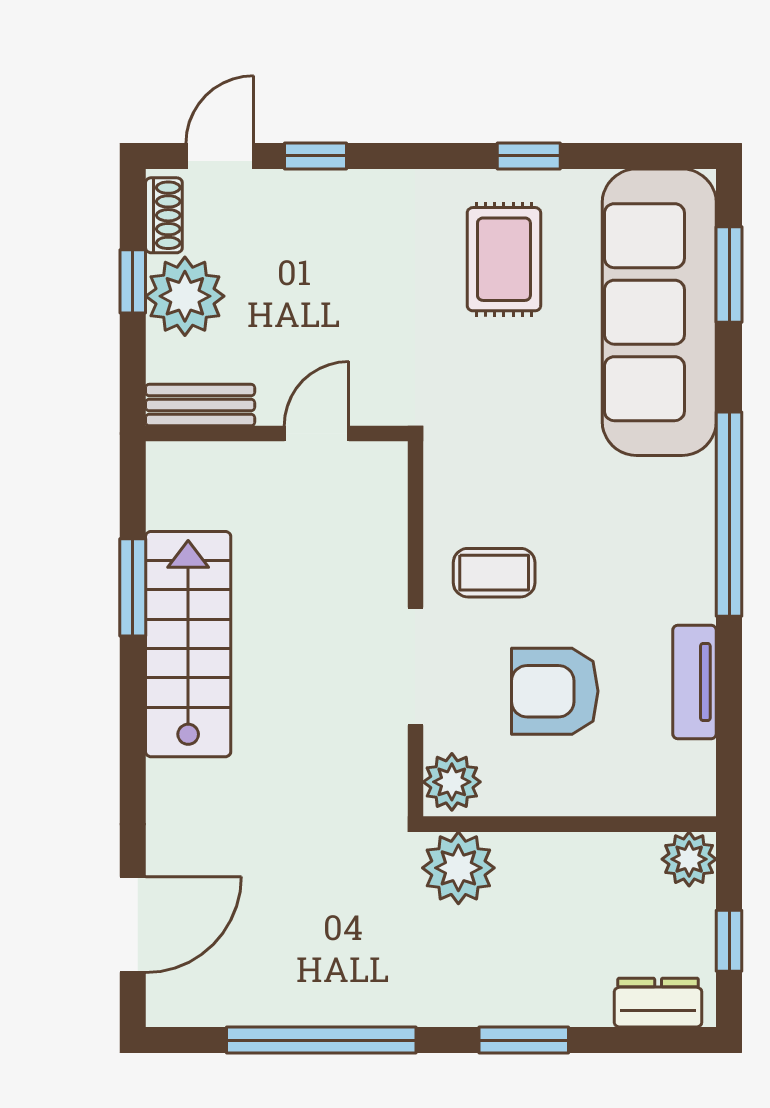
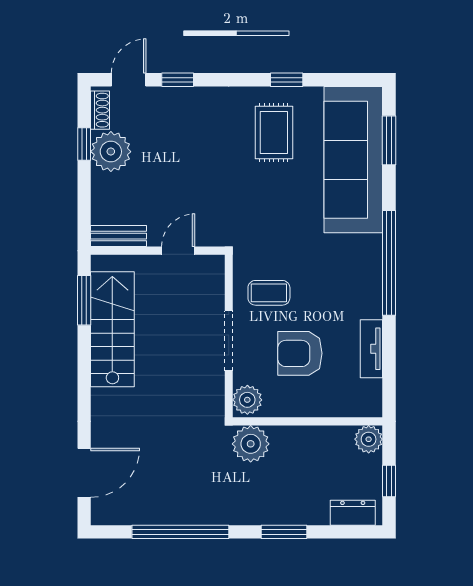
bench: (200, 405) -> (119, 236), moved
wall: (277, 434) -> (158, 251), moved
door: (317, 434) -> (178, 251), moved

